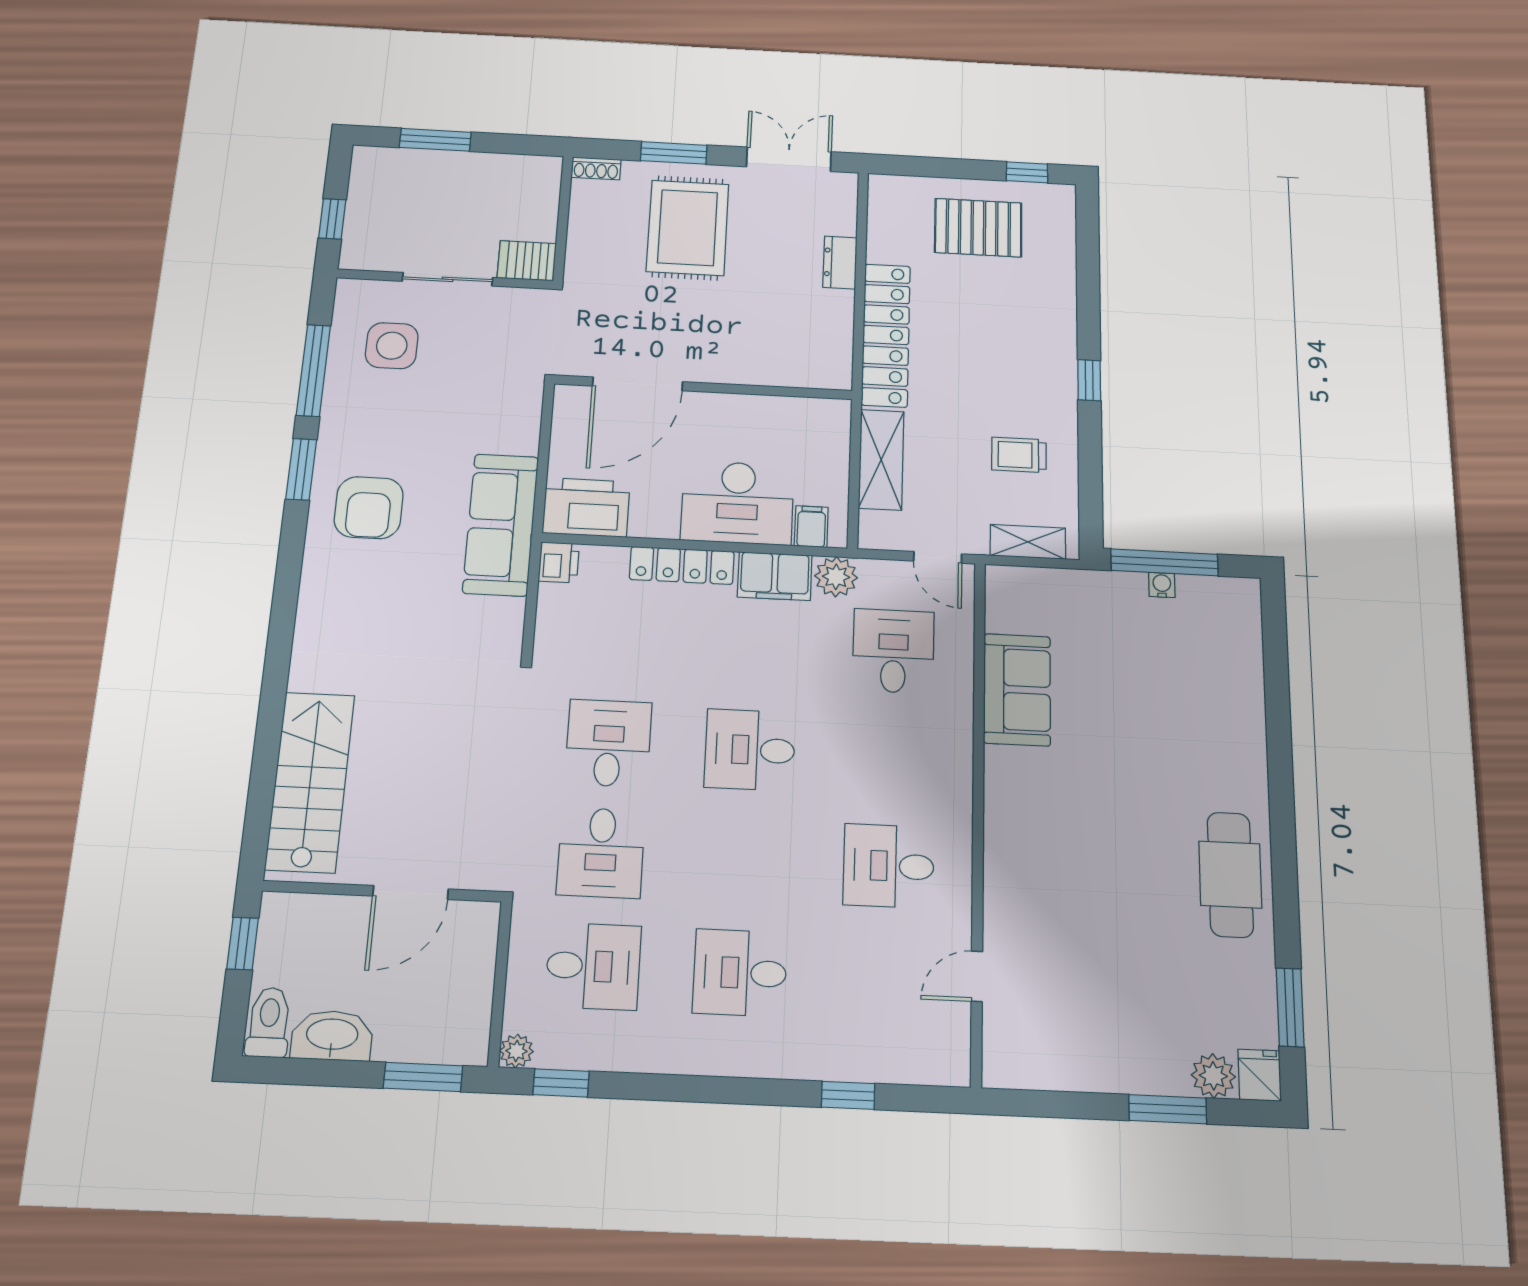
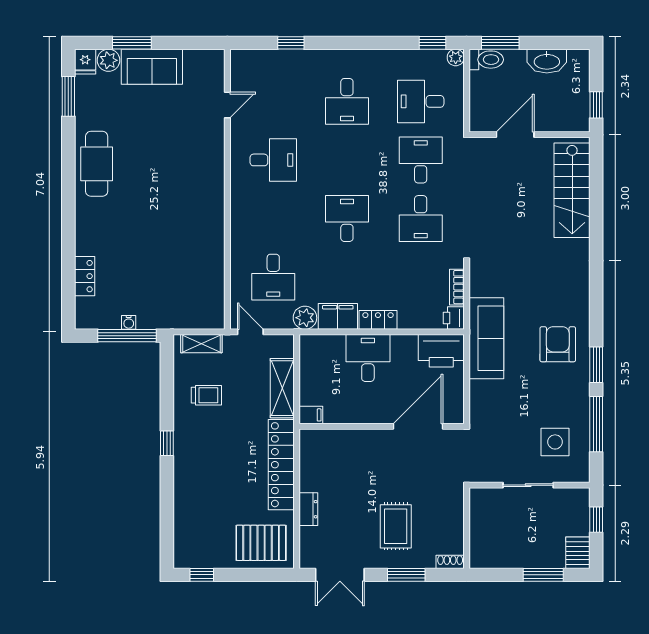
rug: (688, 228) -> (396, 526), width x0.73, depth x0.70
pallet: (978, 228) -> (261, 543), moved
server rack: (527, 261) -> (578, 553), moved, turned -90
desk: (737, 503) -> (368, 358), width x0.73
filing cabinet: (811, 527) -> (311, 415), moved, turned -90
locker: (682, 565) -> (378, 320), width x0.66
bookcase: (549, 616) -> (457, 287), added
locker: (1246, 670) -> (85, 276), added
sofa: (1017, 690) -> (152, 67), moved, turned -90
desk: (750, 750) -> (347, 219), turned -90
desk: (740, 973) -> (347, 101), turned 90
toilet: (269, 1022) -> (486, 60), moved, turned -90

